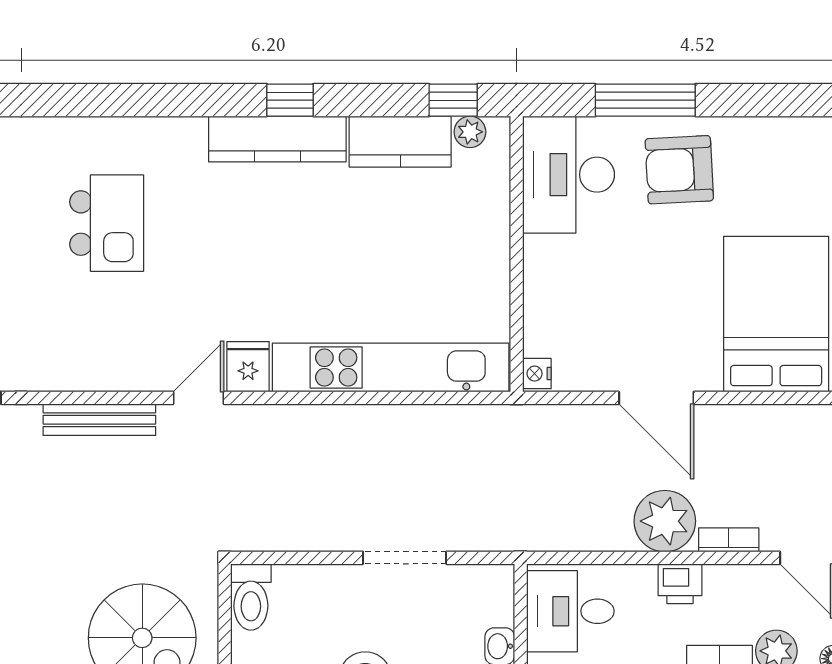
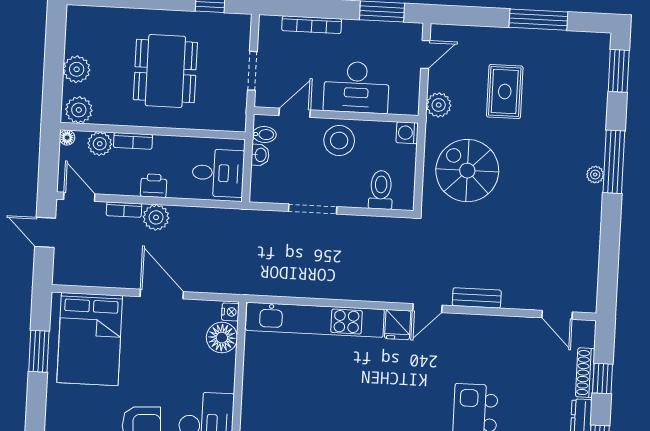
floor lamp: (549, 329) -> (222, 338), added
bench: (99, 420) -> (477, 298), width x0.73
plant: (665, 521) -> (156, 217), width x0.73, depth x0.73
toilet: (251, 597) -> (381, 190), moved

